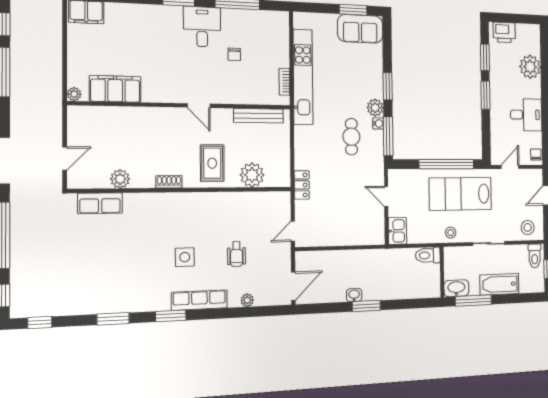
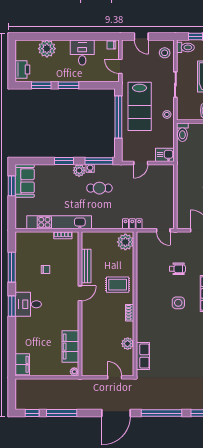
desk: (202, 27) -> (28, 304), moved
bench: (259, 116) -> (86, 266), moved
plant: (252, 175) -> (125, 242), moved

